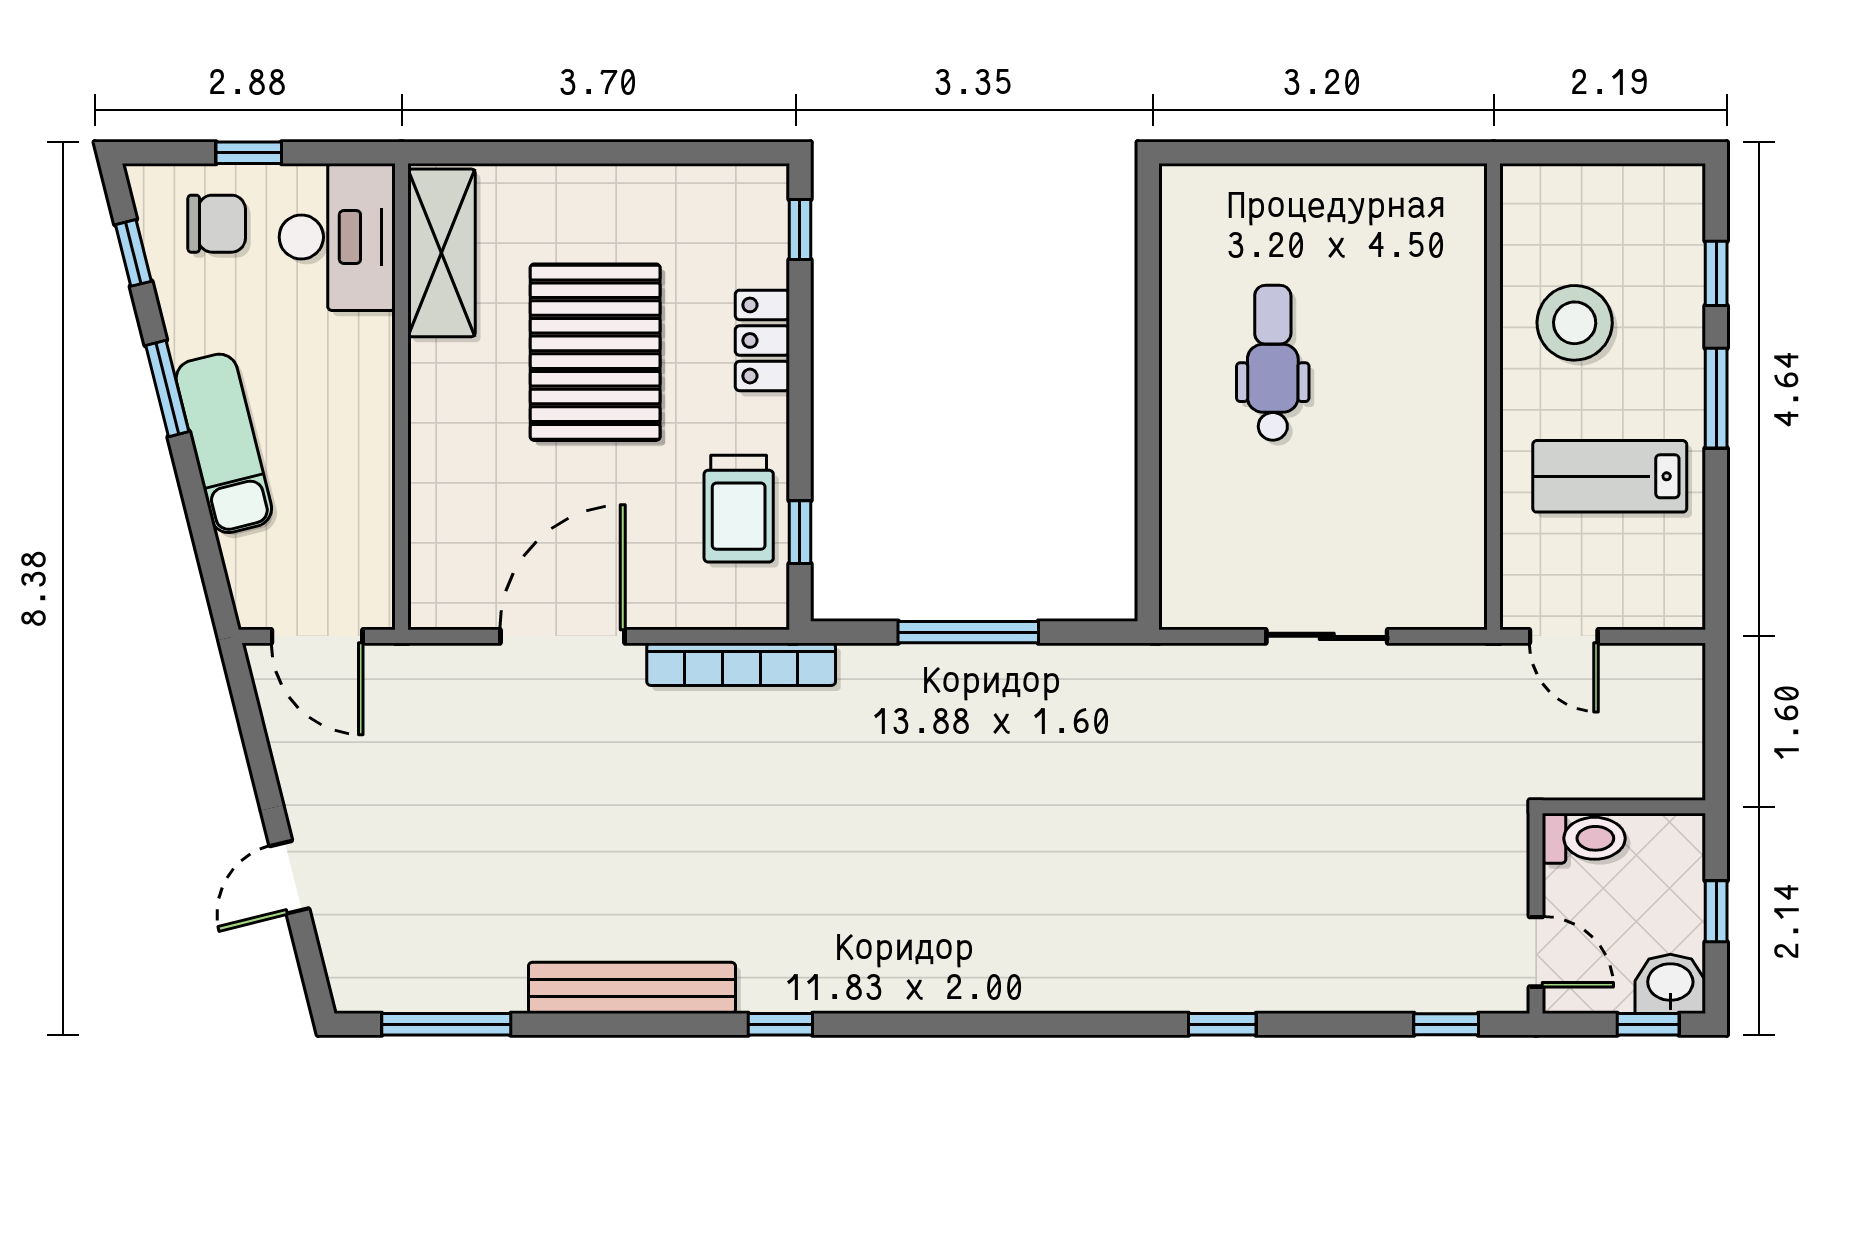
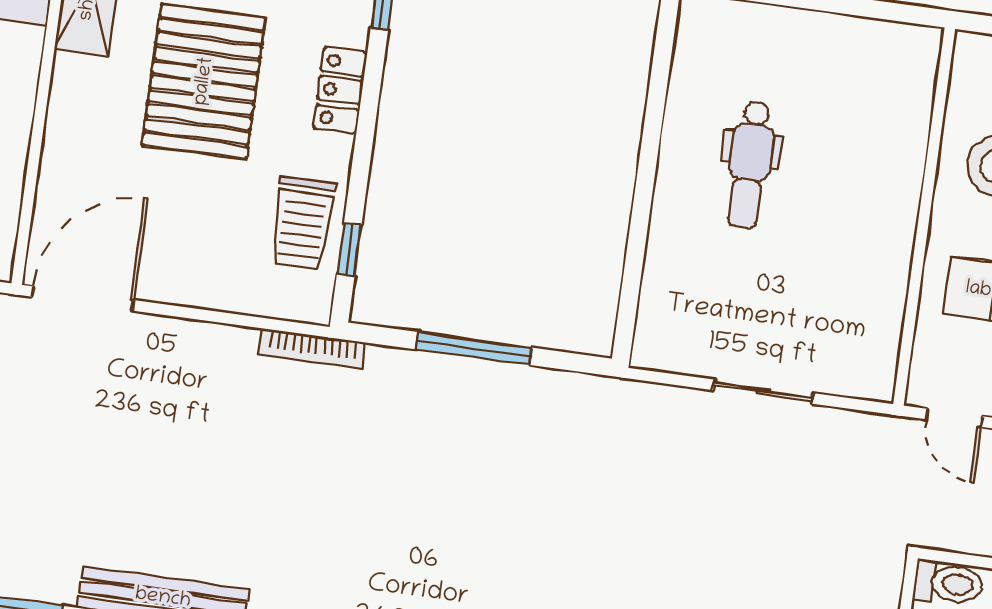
dental chair: (1273, 363) -> (750, 165), turned 180
door: (562, 636) -> (83, 298), moved
bookcase: (741, 664) -> (312, 349), width x0.68, depth x0.76

